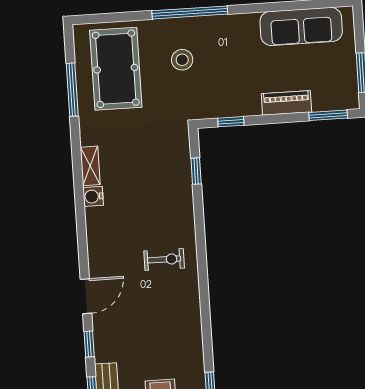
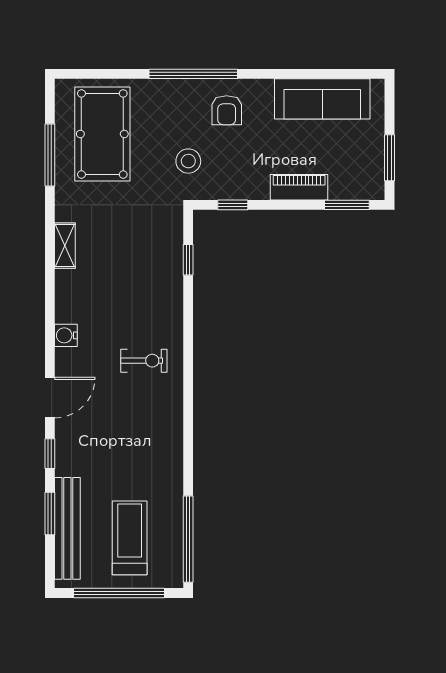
armchair: (220, 41) -> (227, 110), added
stool: (182, 60) -> (188, 161), moved
water cooler: (93, 196) -> (66, 335), moved

